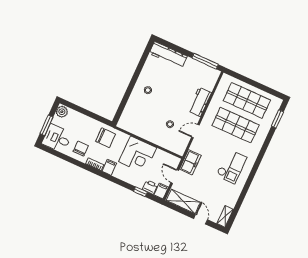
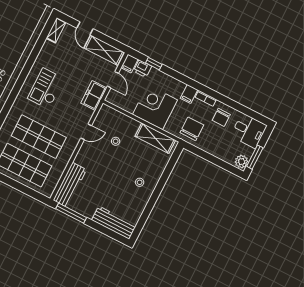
workbench: (200, 102) -> (70, 185), moved, width x1.38
window: (46, 125) -> (255, 157), moved
shelving: (136, 128) -> (155, 138), added
chair: (106, 138) -> (192, 129), turned 90

